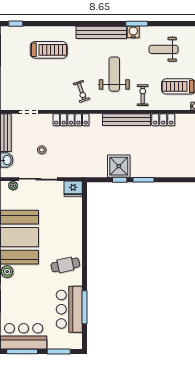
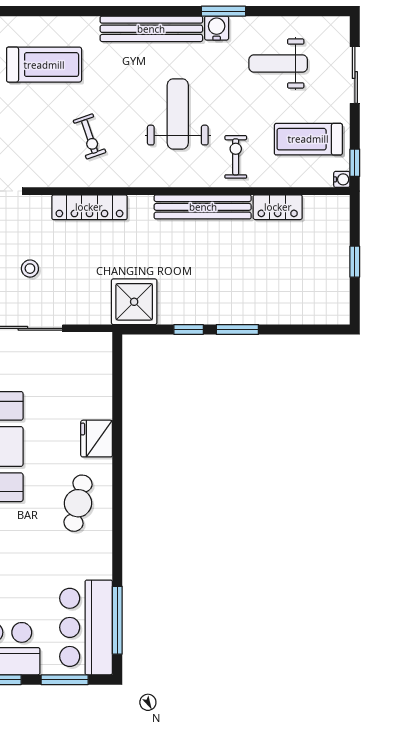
exercise bike: (81, 91) -> (90, 136), moved
shower: (119, 166) -> (134, 302), moved
fridge: (73, 189) -> (97, 439), moved, turned 90
cafe table: (65, 265) -> (78, 503), turned -65
window: (85, 307) -> (117, 620), moved
bar counter: (69, 309) -> (86, 627), moved

